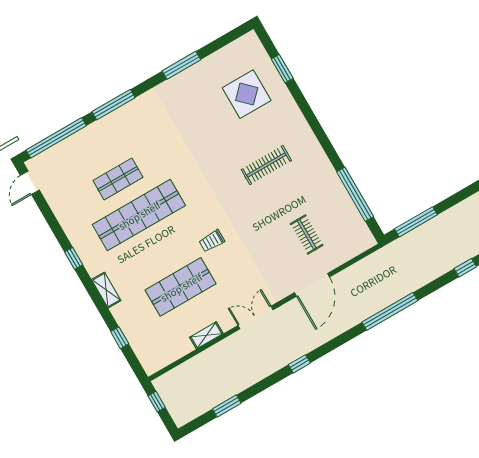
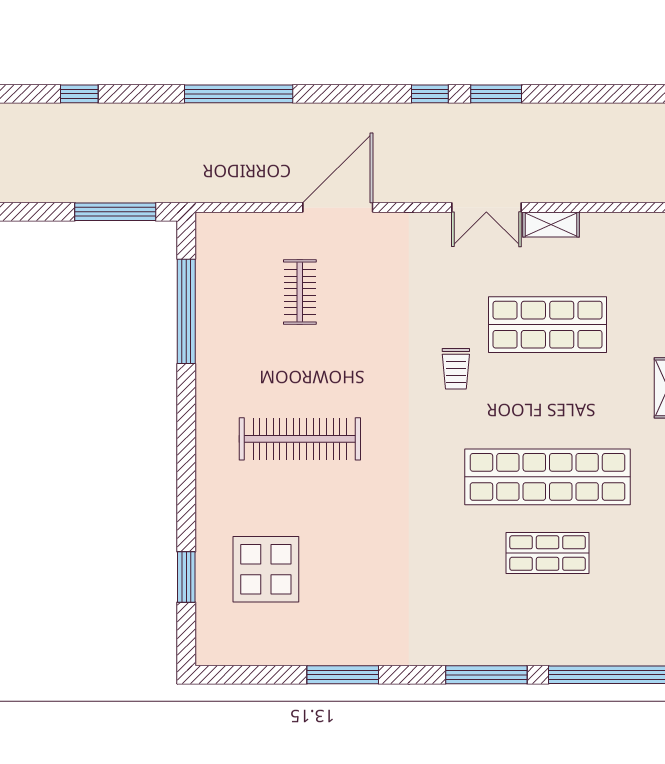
clothes rail: (266, 165) -> (300, 439), width x1.37, depth x1.31
trolley: (212, 241) -> (456, 369), turned 90
double door: (255, 318) -> (486, 207), moved
window: (227, 406) -> (496, 94), moved

